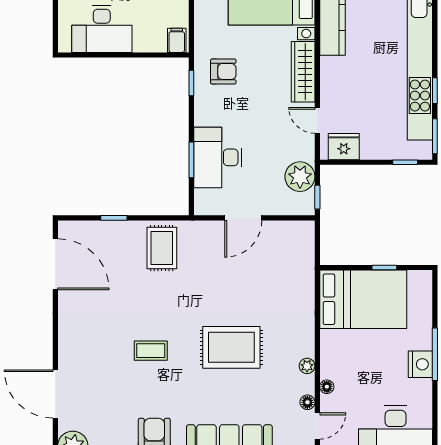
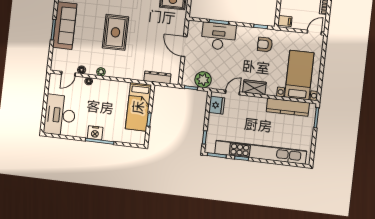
armchair: (223, 71) -> (265, 45), turned 90
wardrobe: (303, 72) -> (254, 87), width x0.67
dresser: (305, 261) -> (157, 77), added
bed: (363, 299) -> (138, 107), width x0.67
door: (317, 426) -> (68, 74), hinge flipped

